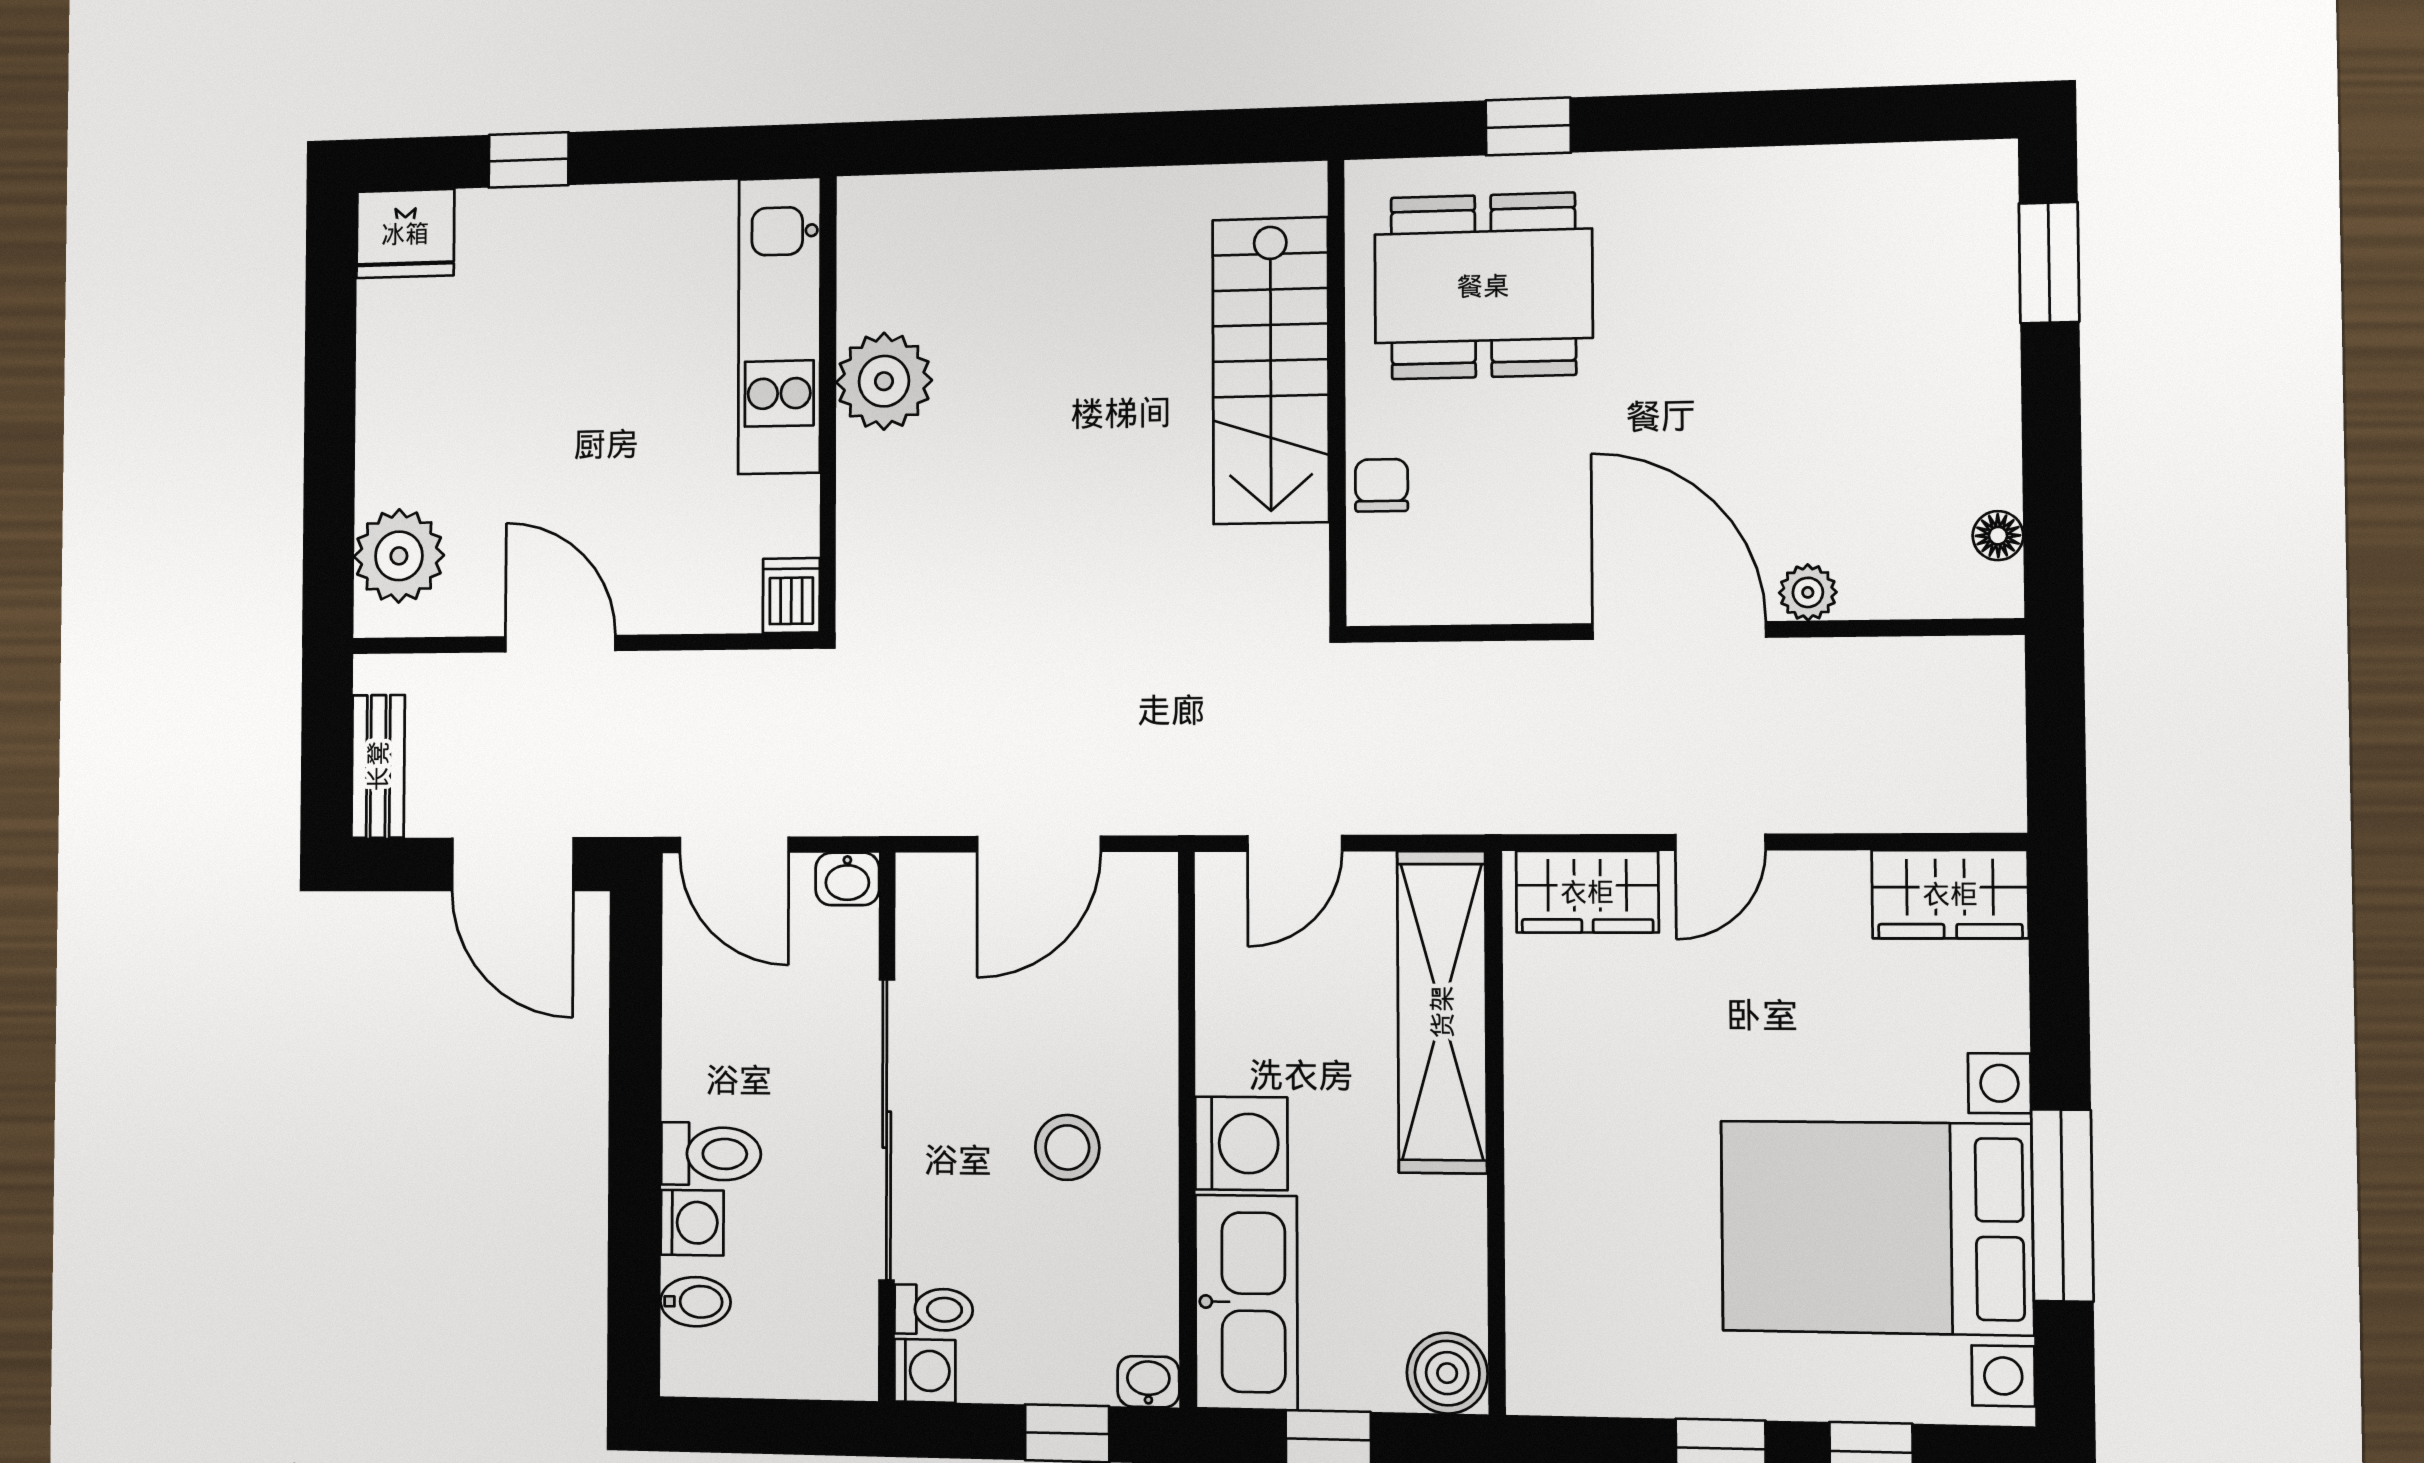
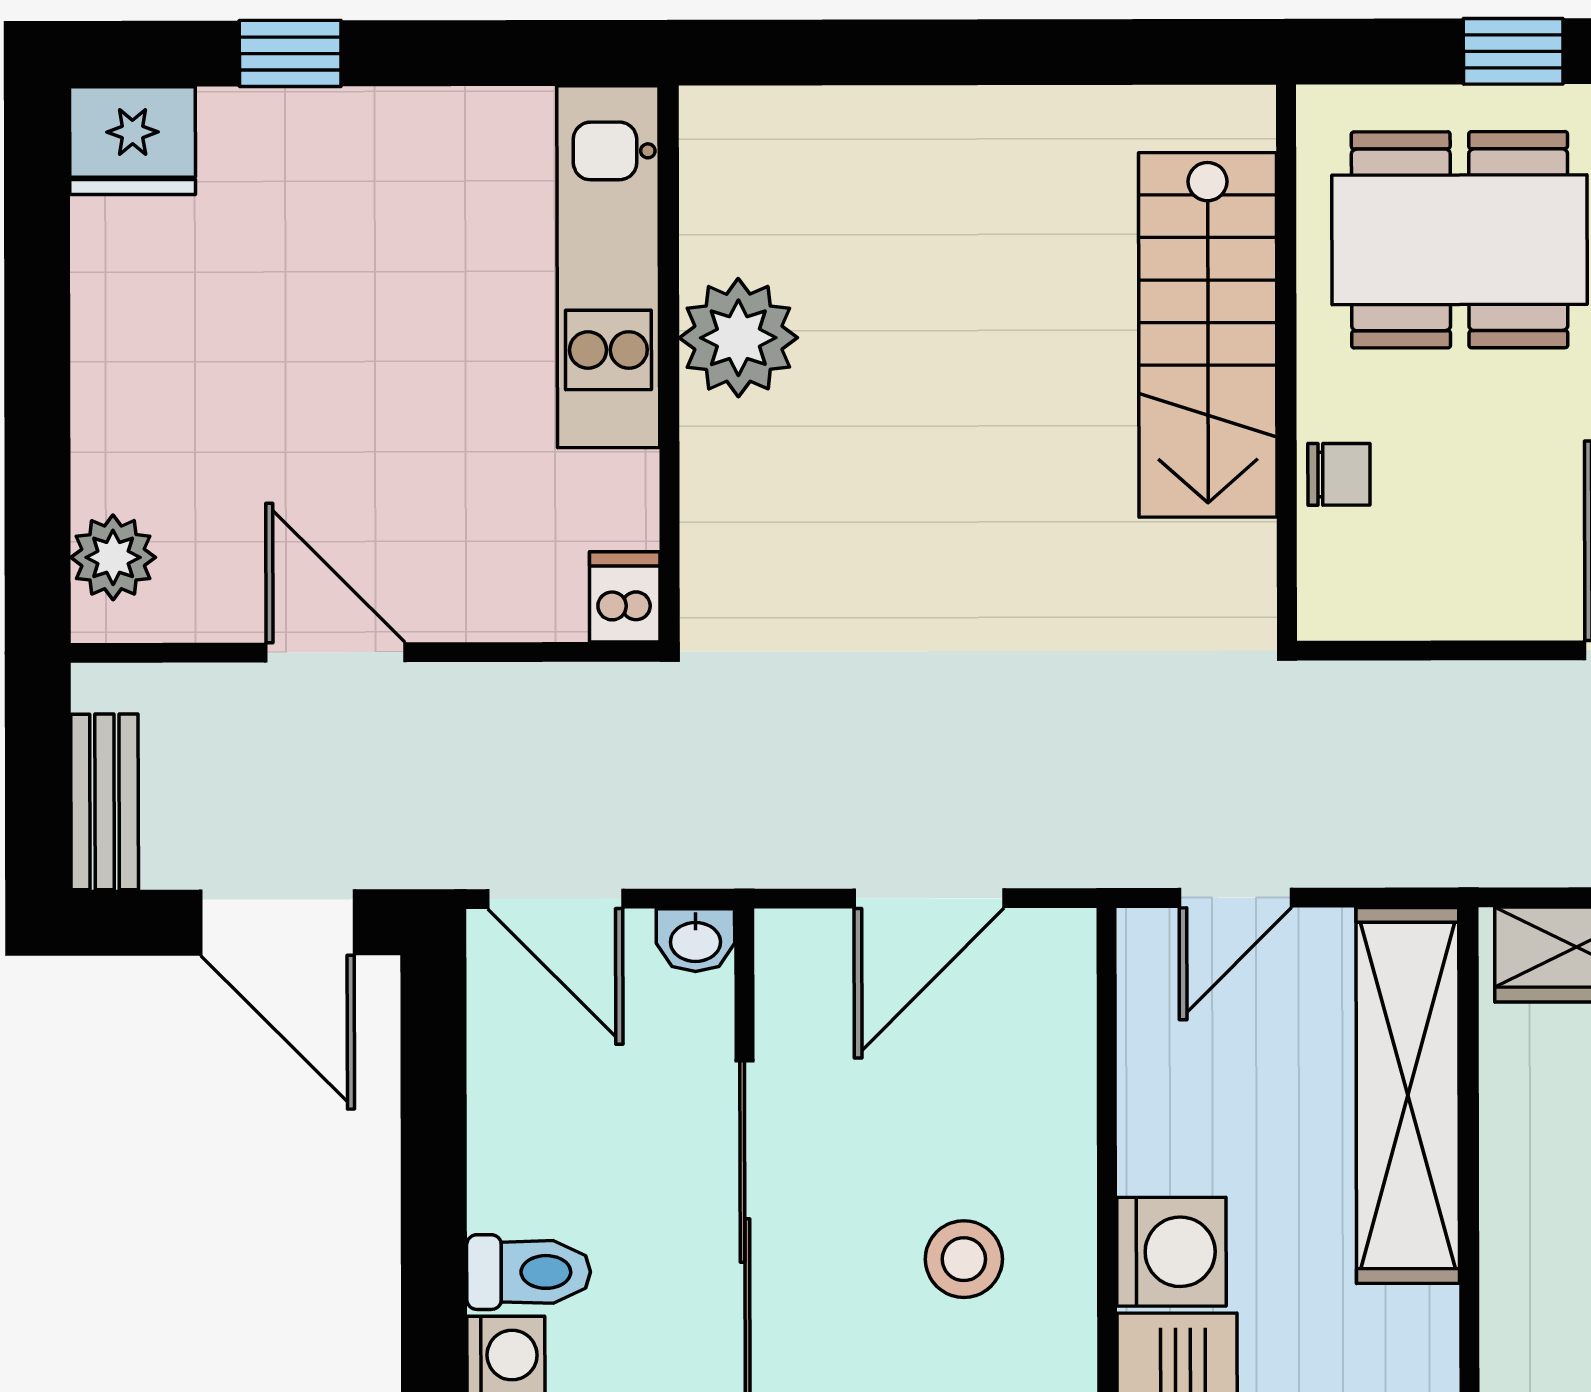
chair: (1382, 485) -> (1339, 474), turned 90
plant: (399, 556) -> (113, 557), width x0.73, depth x0.73

